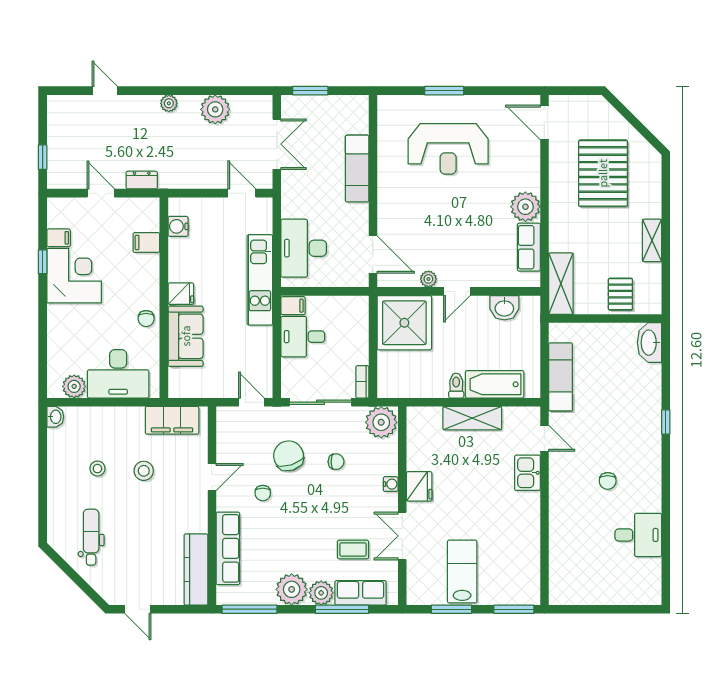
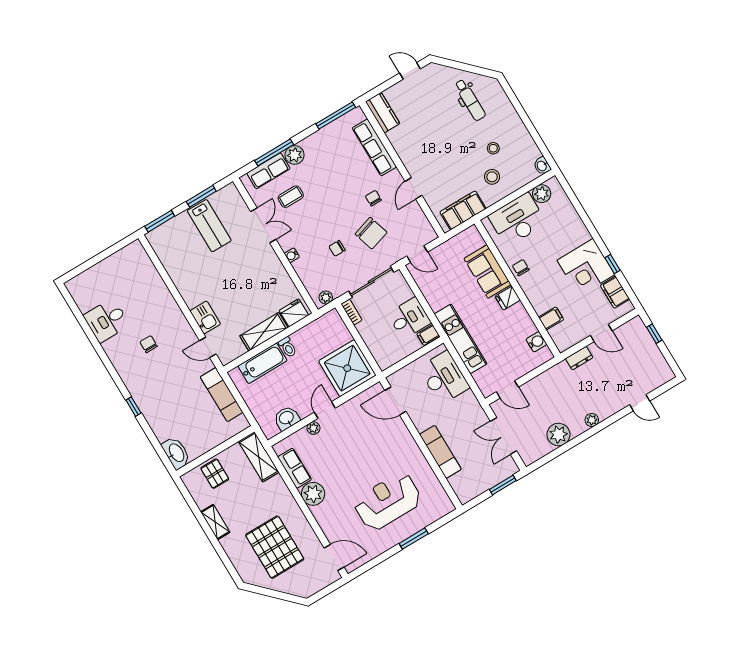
filing cabinet: (59, 238) -> (615, 292), width x2.00
plant: (428, 279) -> (313, 428), moved
plant: (381, 422) -> (326, 298), width x0.53, depth x0.53
stool: (144, 471) -> (492, 177), moved
fridge: (419, 486) -> (294, 313), moved, turned 90
kitchen counter: (196, 569) -> (383, 113), width x0.67
plant: (292, 589) -> (316, 146), removed

